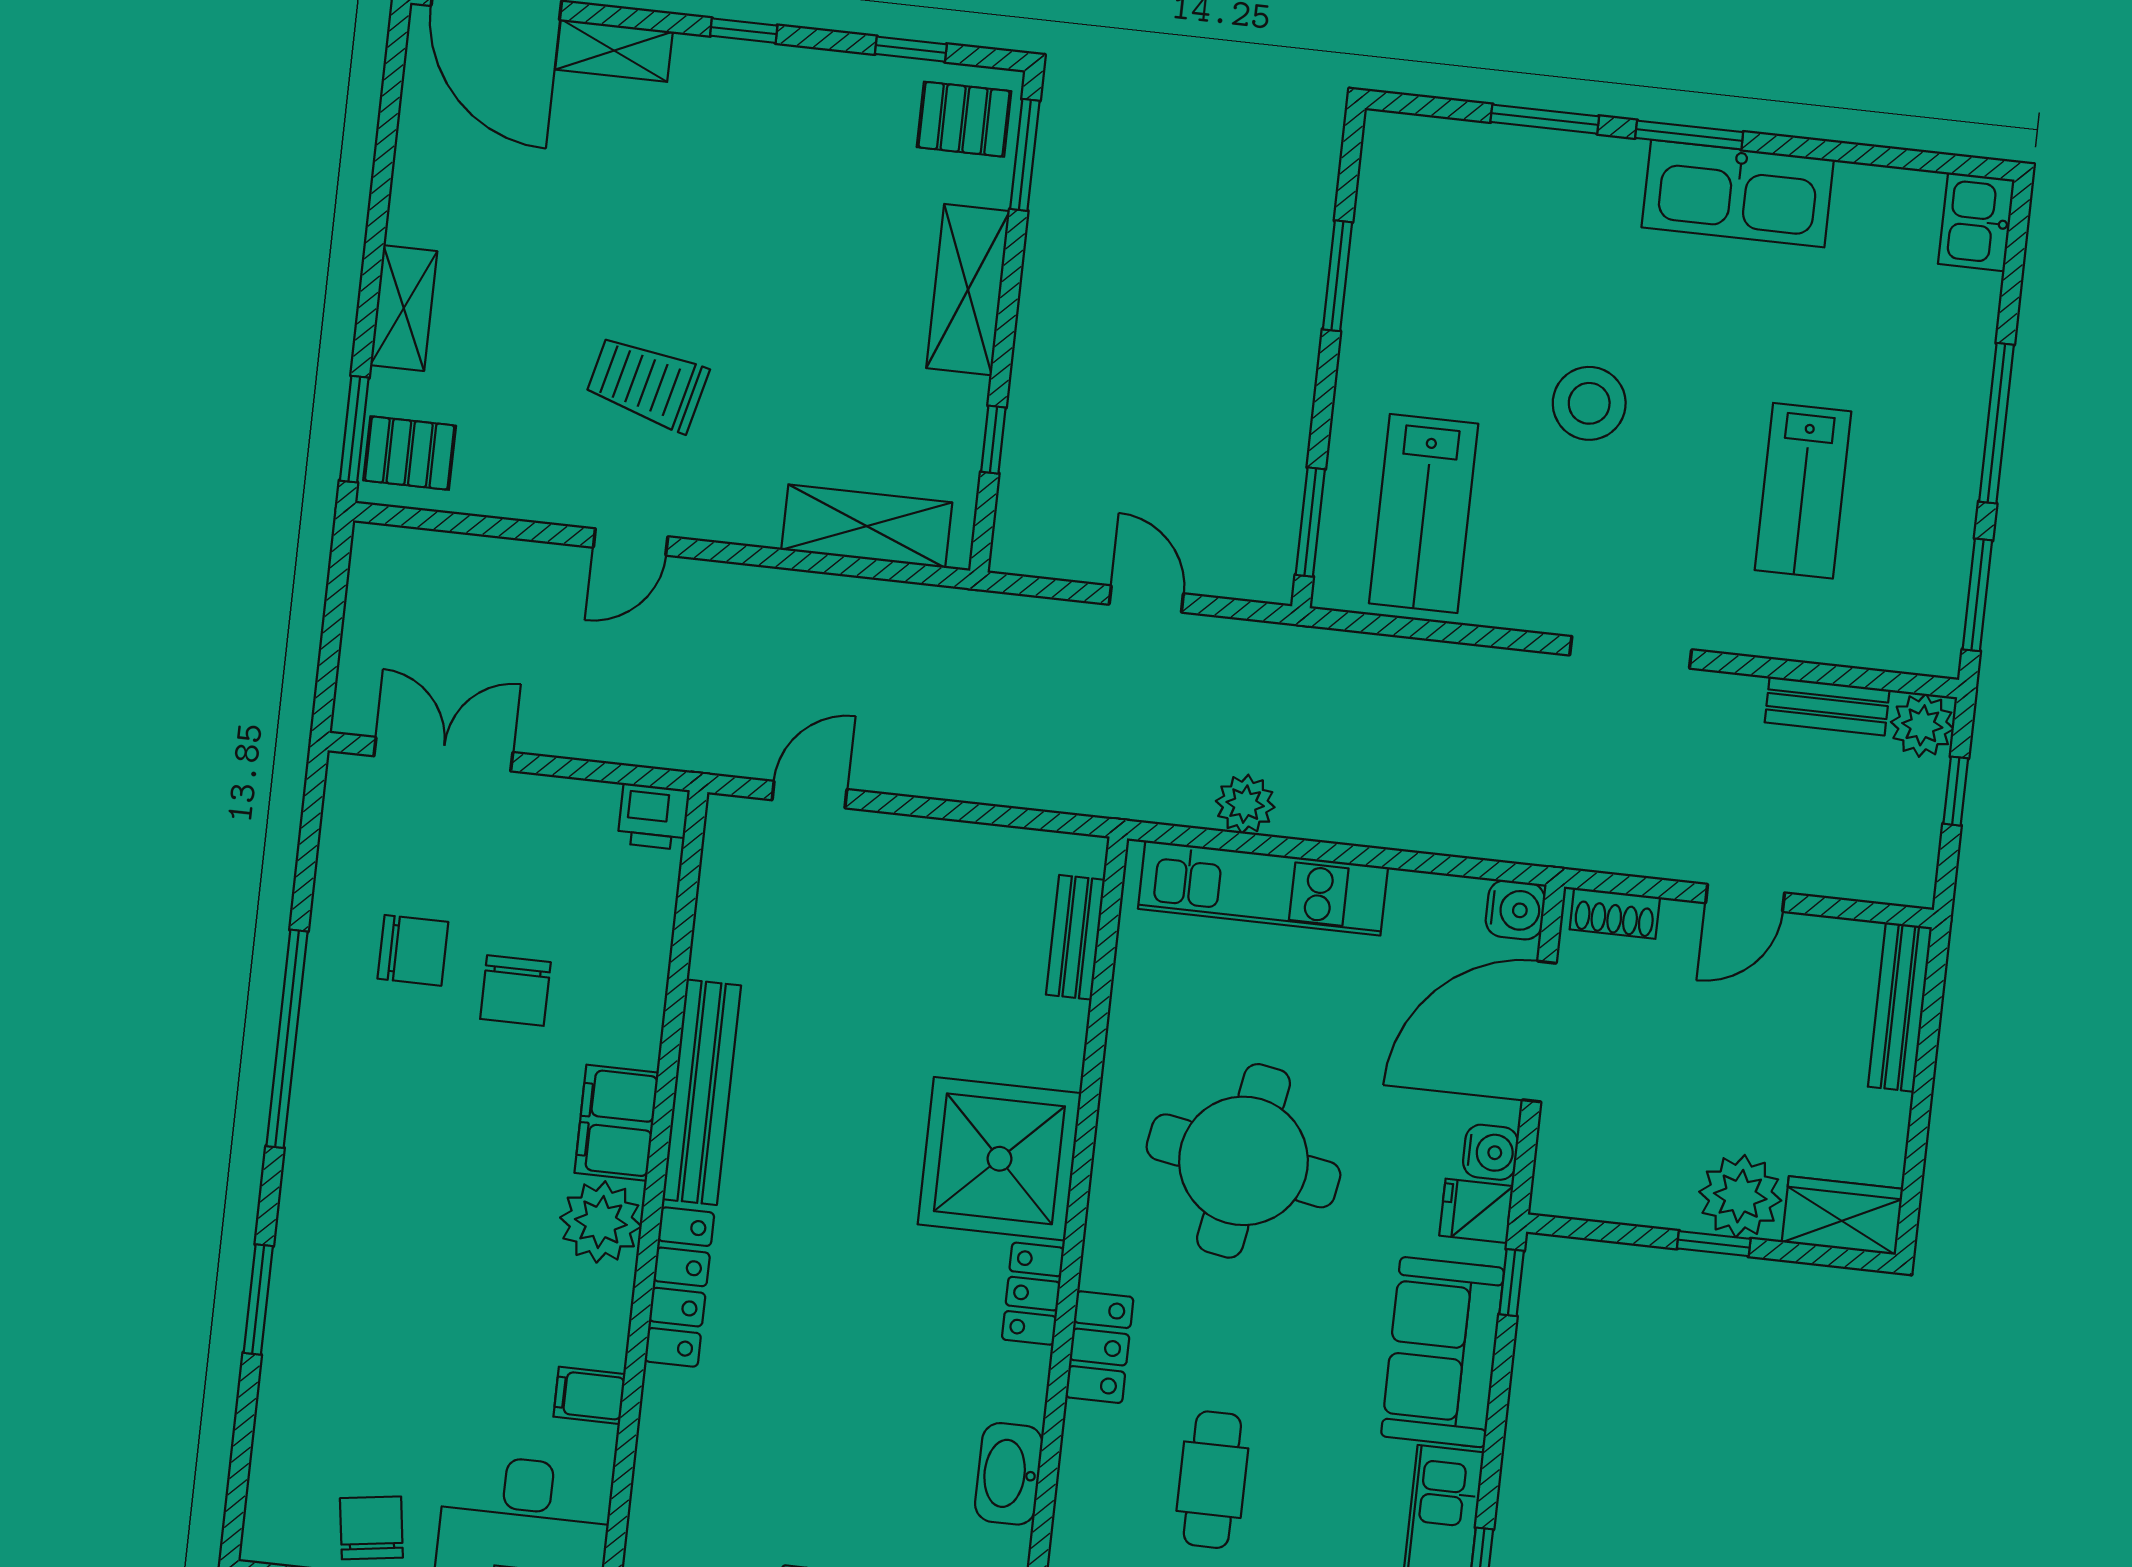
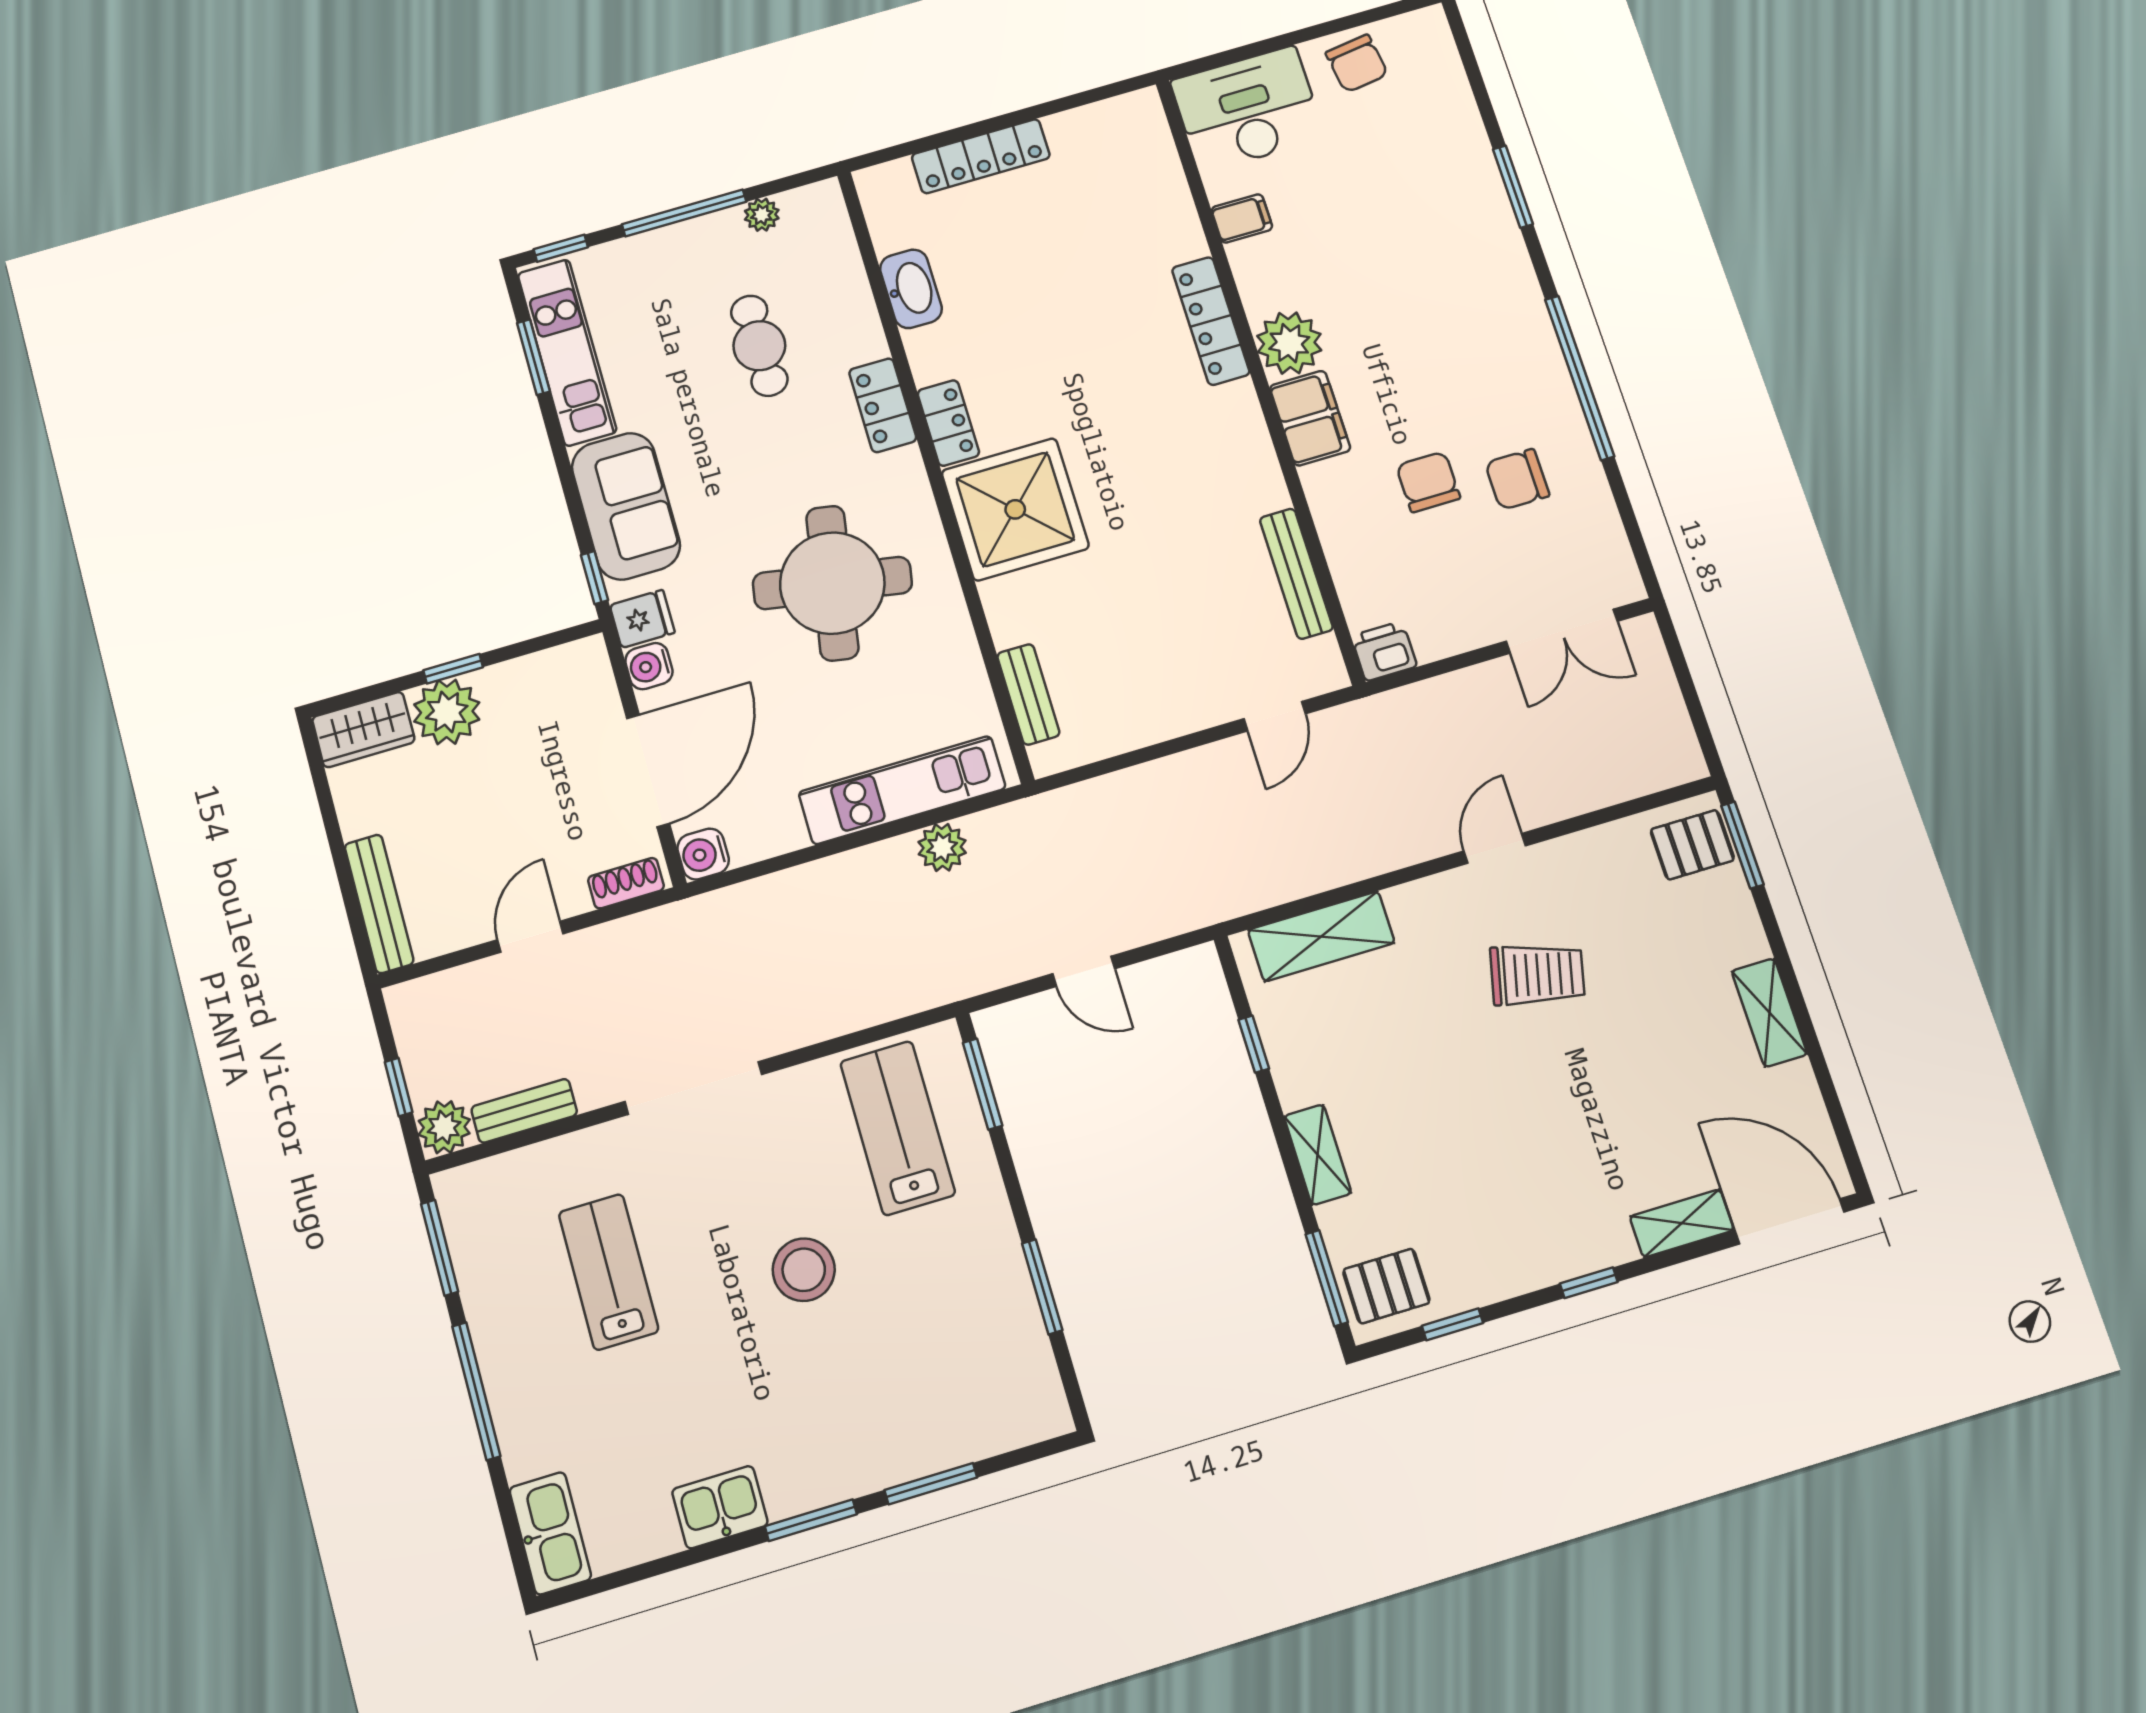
kitchen sink: (1738, 194) -> (720, 1507), width x0.53, depth x0.81
kitchen sink: (1976, 222) -> (550, 1533), width x1.38
shelving: (968, 290) -> (1318, 1155), width x0.67, depth x0.75
shelving: (404, 308) -> (1769, 1013), moved
doorway: (1631, 652) -> (693, 1088), width x1.36
bench: (702, 1092) -> (1296, 574), moved, width x0.73, depth x0.82

